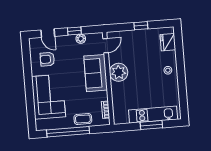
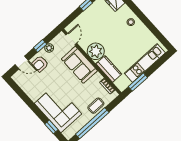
armchair: (47, 59) -> (40, 64), moved
kitchen counter: (118, 96) -> (109, 69), added
window: (31, 108) -> (51, 127), added
window: (151, 125) -> (138, 82), moved

